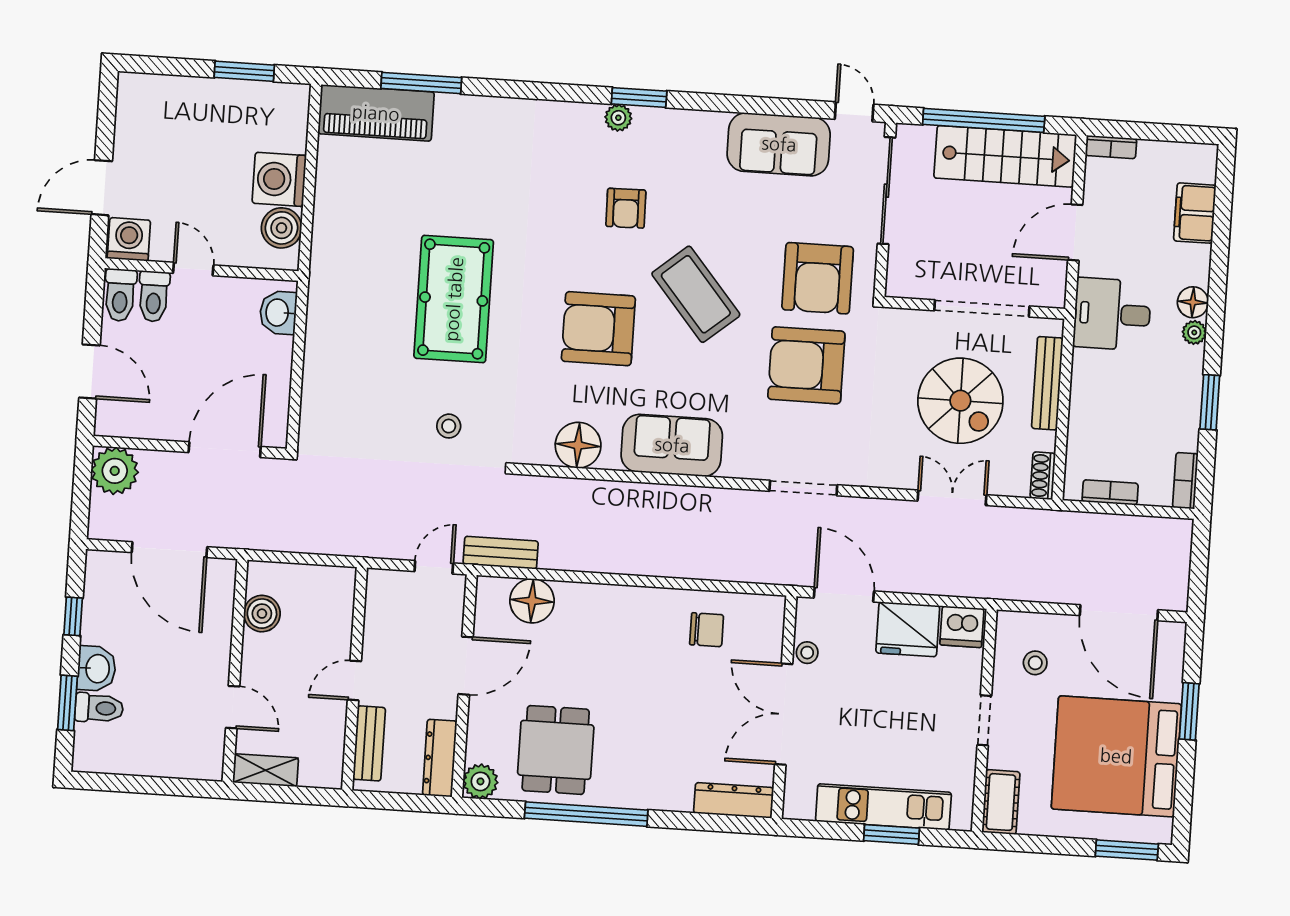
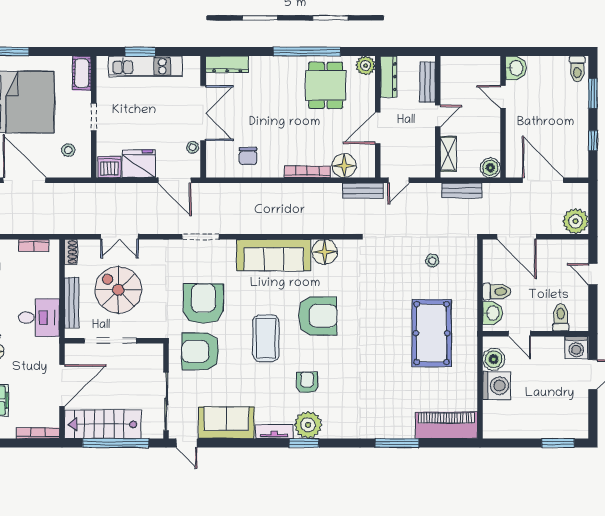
window: (244, 71) -> (558, 443), moved
window: (421, 83) -> (397, 443), moved
plant: (618, 118) -> (308, 425), width x1.88, depth x1.88
tv unit: (692, 122) -> (274, 432), added
bookcase: (1111, 147) -> (38, 433), width x1.56
door: (1075, 232) -> (62, 385), width x1.36
door: (193, 269) -> (520, 334), moved
armchair: (818, 278) -> (200, 351), turned -90
coffee table: (696, 294) -> (266, 338), turned 40
toilet: (120, 295) -> (497, 292), moved, turned 90
pool table: (454, 299) -> (432, 333), moved
desk: (1112, 314) -> (39, 318), moved
armchair: (806, 365) -> (203, 304), turned -90
door: (89, 372) -> (593, 274), width x0.73
stool: (449, 426) -> (432, 261), moved
sofa: (672, 445) -> (274, 255), width x1.36
door: (225, 450) -> (517, 237), hinge flipped
bench: (319, 541) -> (462, 191), added
bookcase: (600, 594) -> (308, 172), added
boiler: (262, 614) -> (490, 168), moved
chair: (707, 630) -> (248, 156), turned -90
washbasin: (97, 669) -> (516, 68), moved, turned 180
toilet: (99, 708) -> (577, 69), moved, turned -90
shelving: (266, 770) -> (448, 154), moved, turned 90

